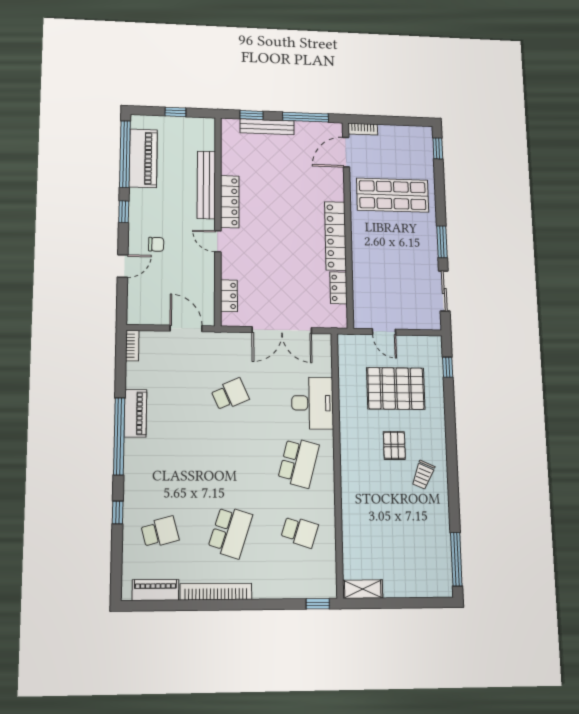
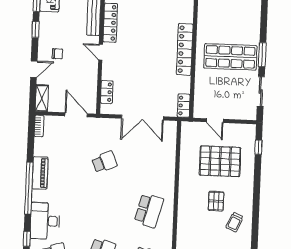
shop shelf: (393, 195) -> (230, 57), moved
locker: (339, 288) -> (184, 106), moved
shelving: (135, 306) -> (42, 98), added
desk: (313, 403) -> (45, 221), moved, turned 180

